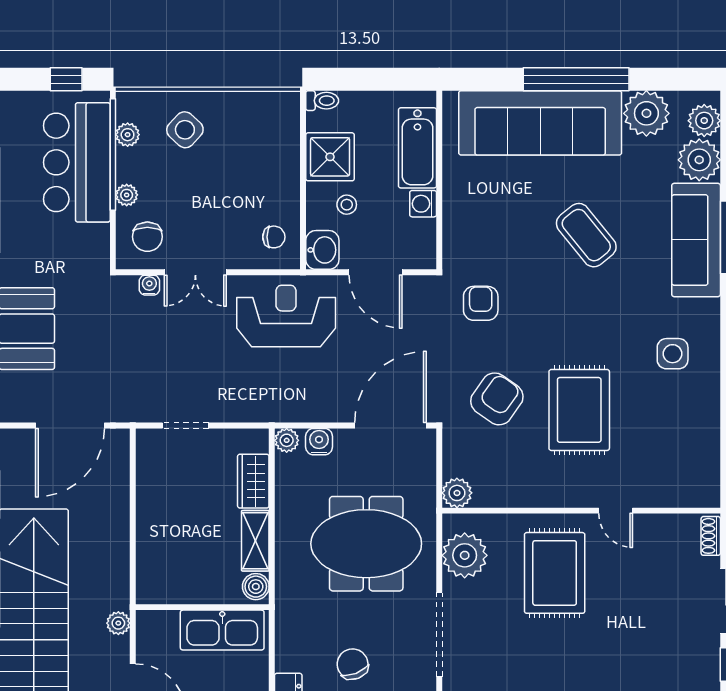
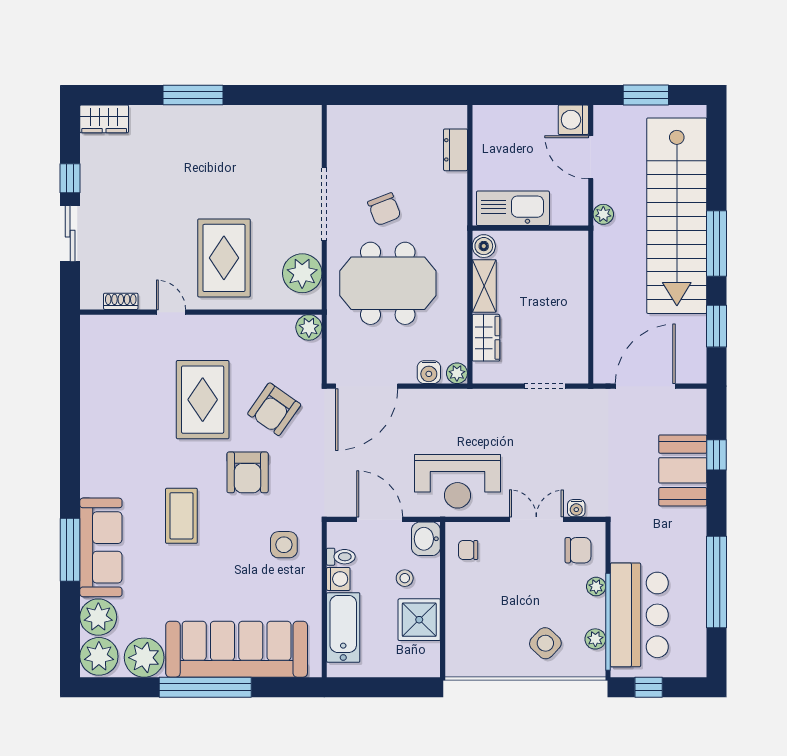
toilet: (322, 101) -> (341, 557), moved, turned 180
plant: (704, 121) -> (99, 656), width x1.36, depth x1.36
coffee table: (586, 235) -> (181, 516), moved, turned 39
chair: (147, 237) -> (578, 550), turned 90
armchair: (481, 303) -> (248, 472), moved, width x1.38, depth x1.38
side table: (673, 354) -> (284, 545), moved
shoe rack: (711, 536) -> (121, 301), moved, turned -90
chair: (353, 664) -> (384, 209), moved

